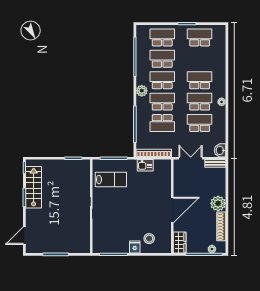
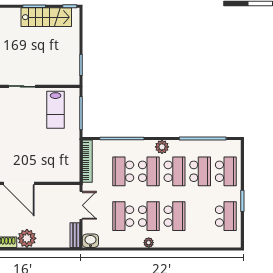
school desk: (200, 123) -> (123, 216), turned 180
kitchen sink: (145, 165) -> (73, 151), removed

